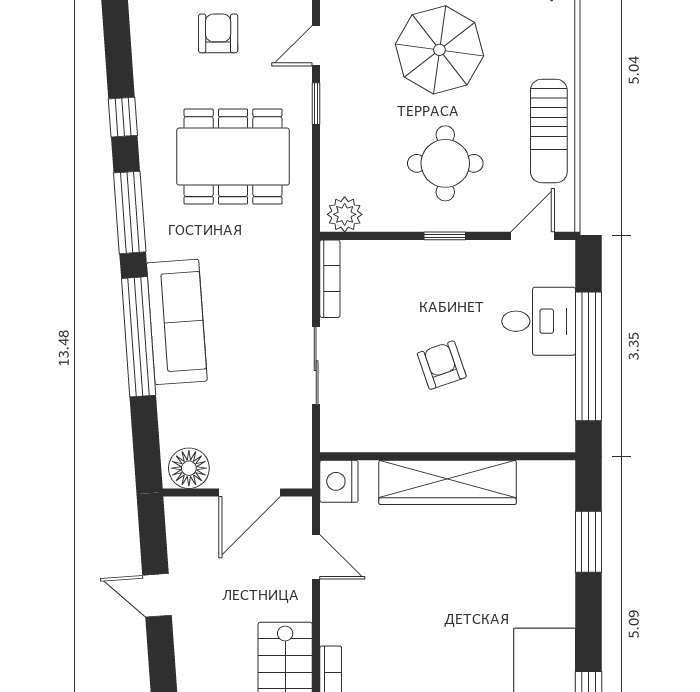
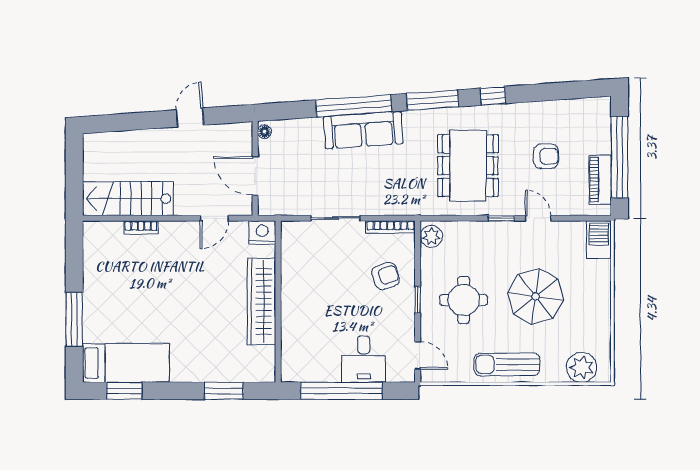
sun lounger: (549, 131) -> (507, 364), moved
armchair: (442, 365) -> (386, 276), moved
floor lamp: (189, 468) -> (264, 132), width x0.53, depth x0.53

